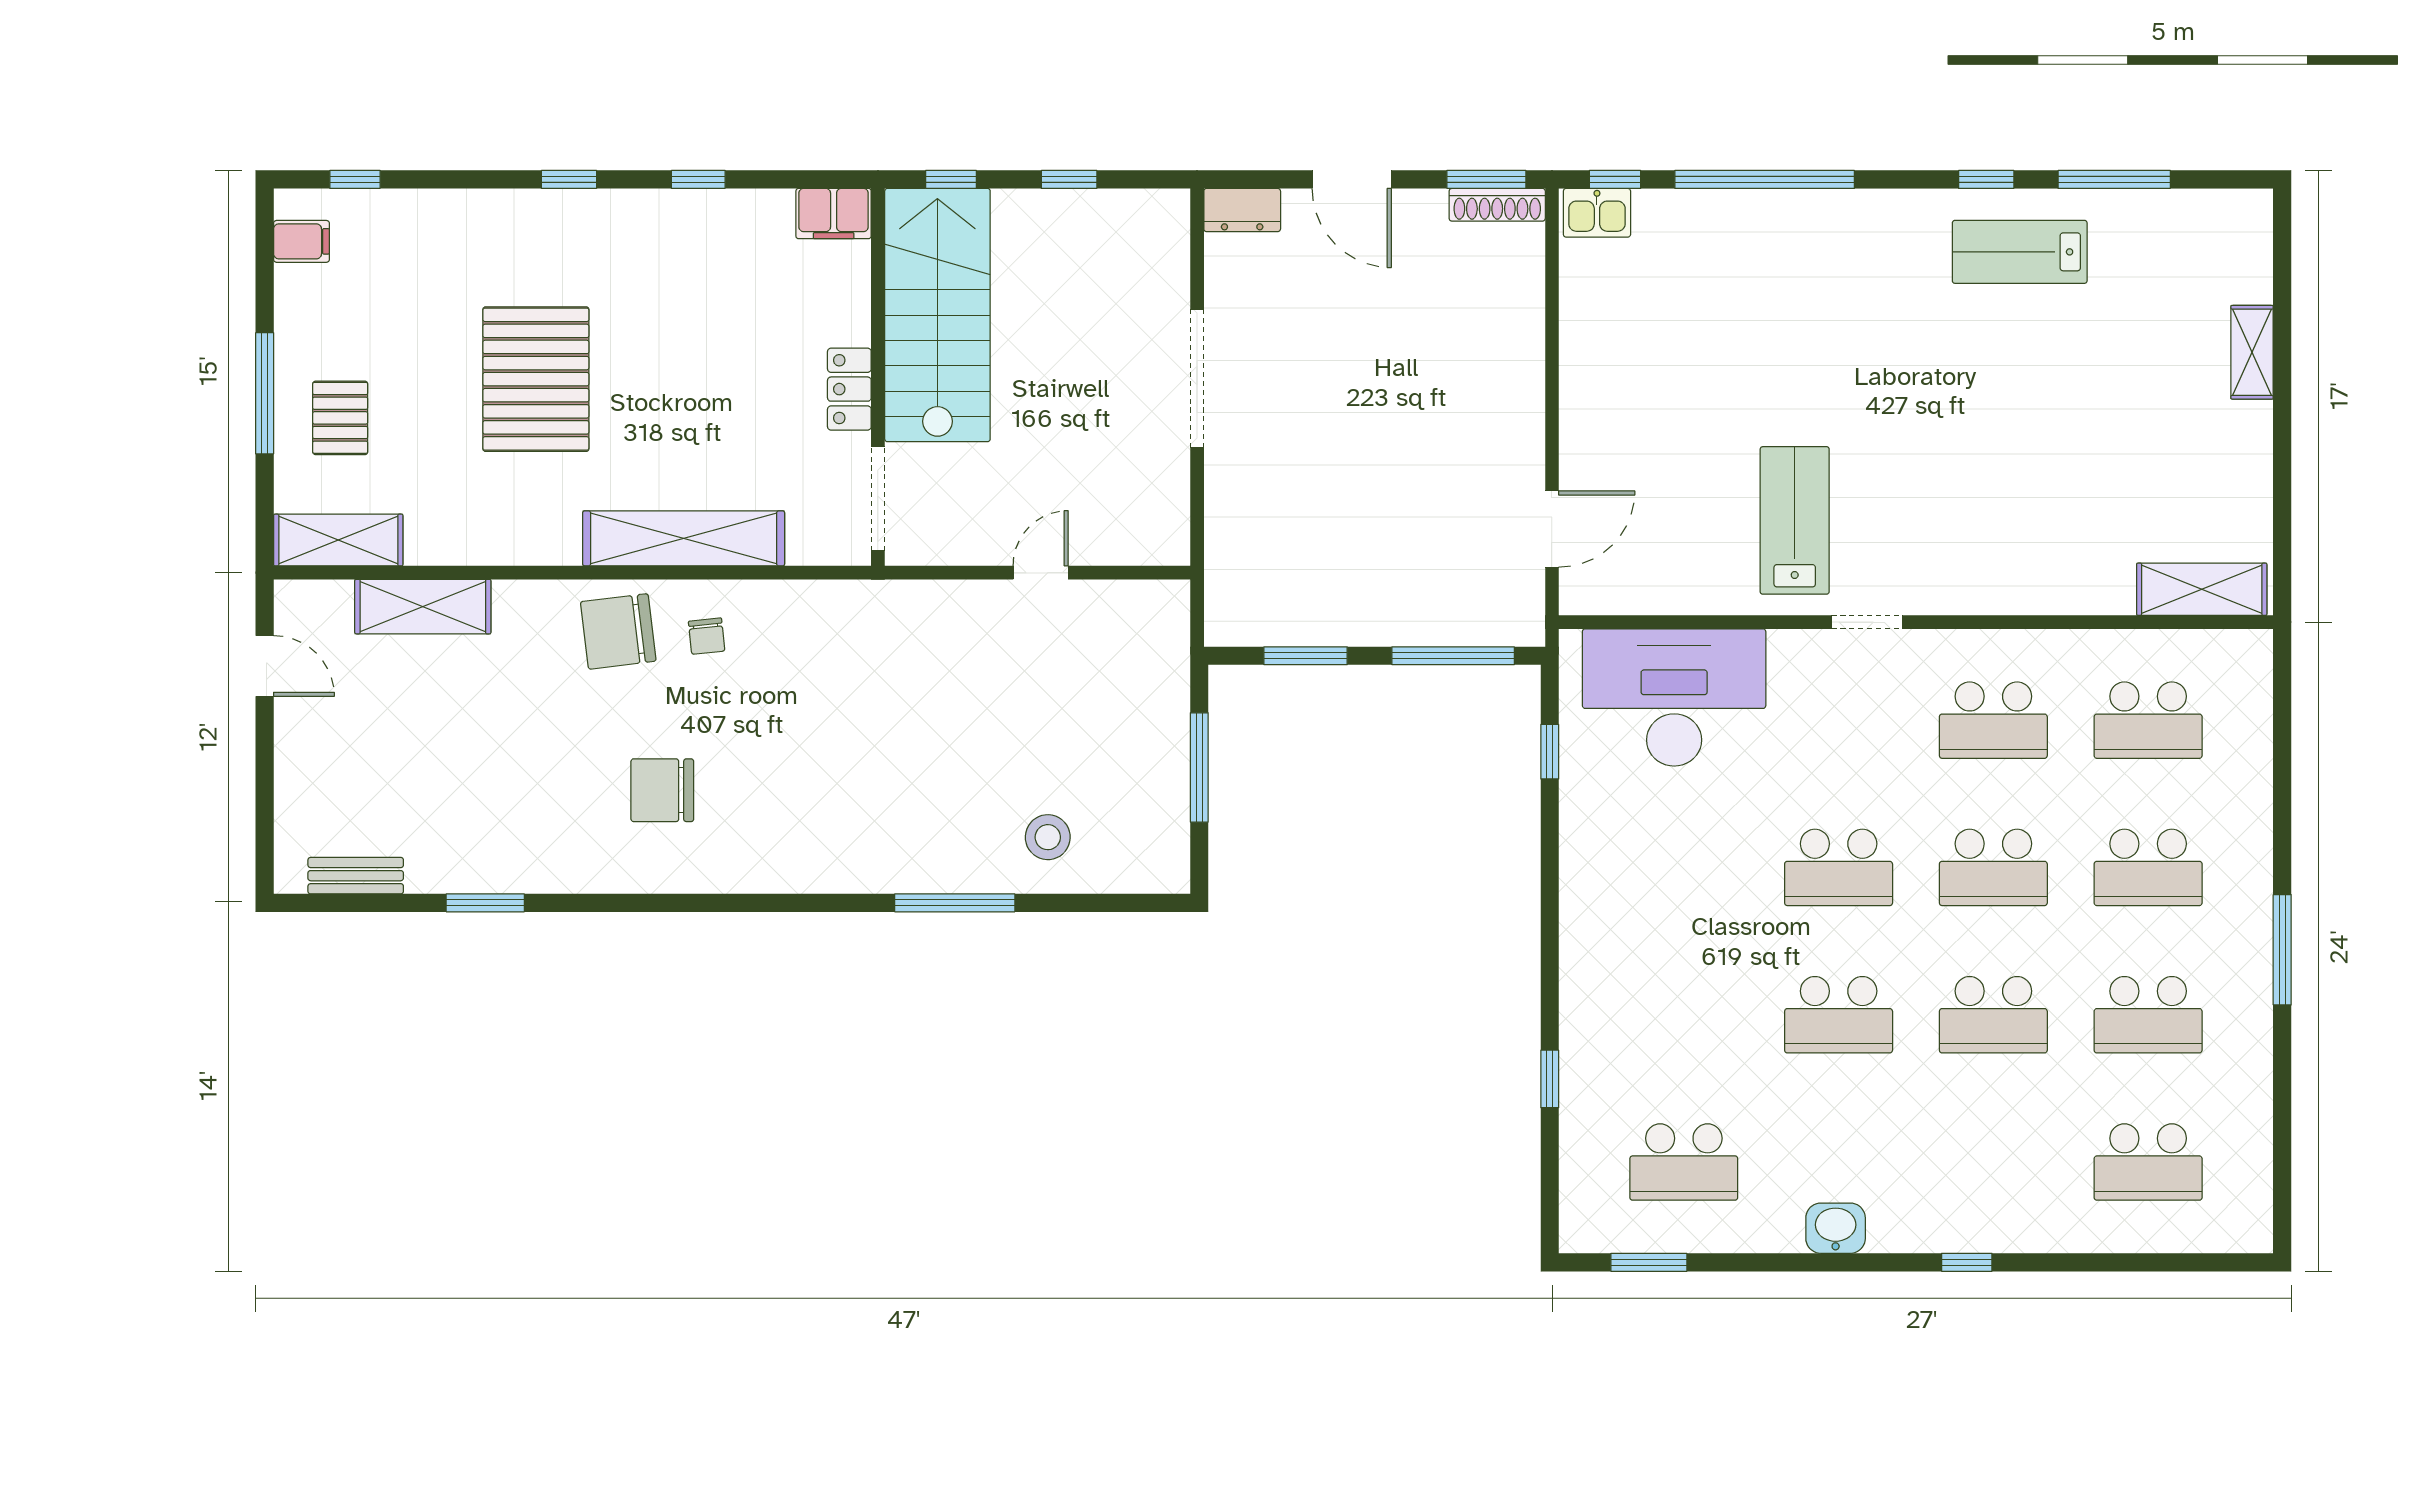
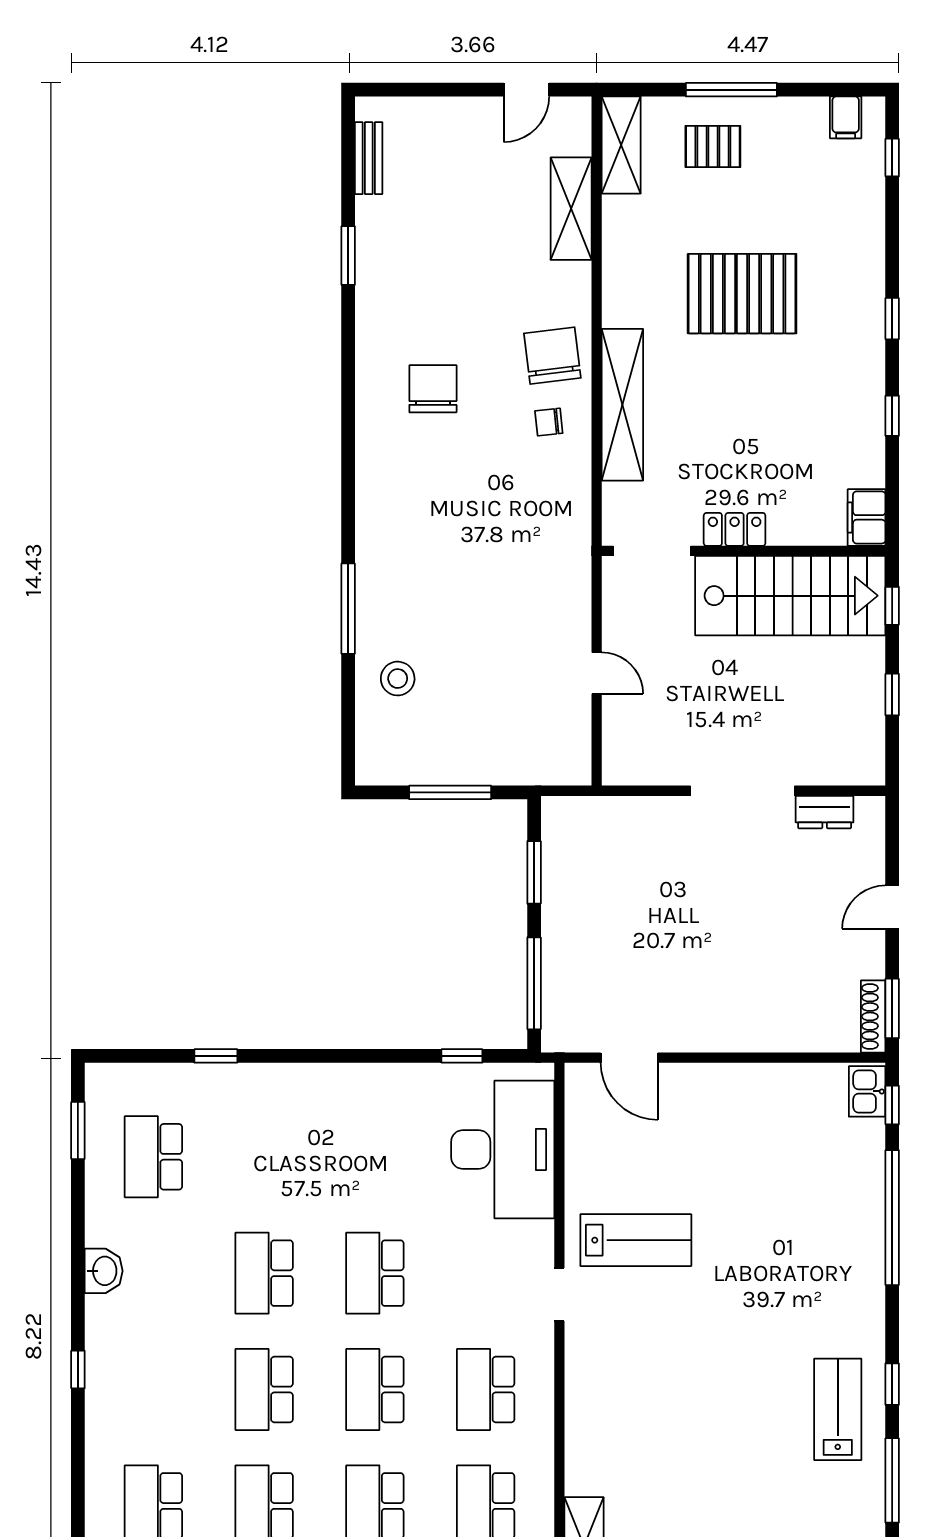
door: (1352, 179) -> (892, 907), width x0.73
dresser: (1242, 210) -> (825, 812), moved, turned -90

